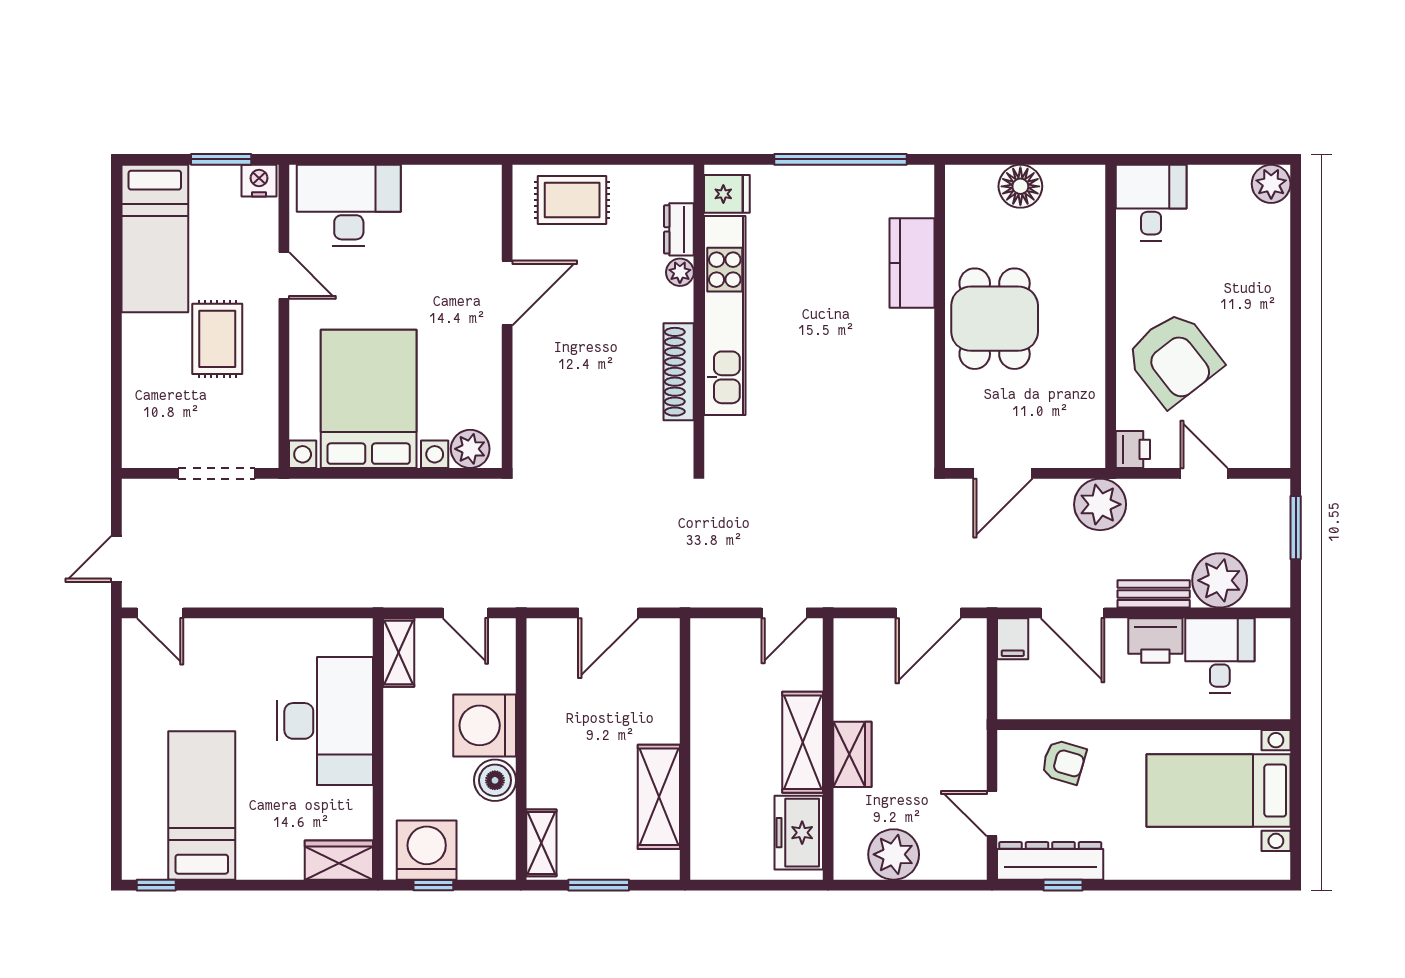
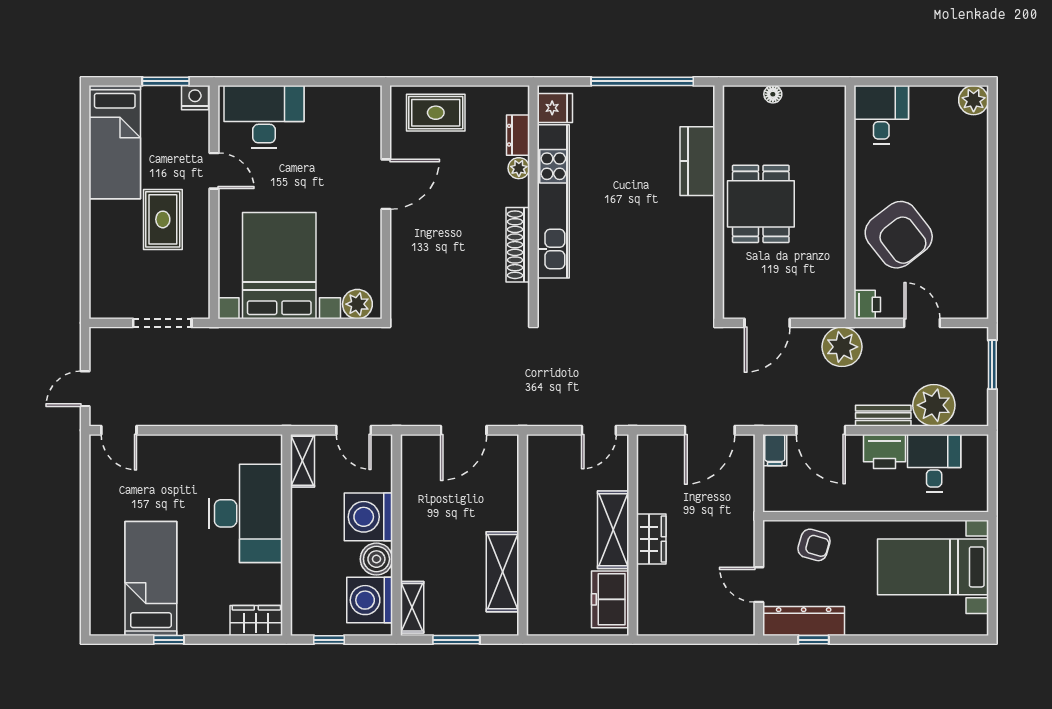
floor lamp: (1020, 186) -> (773, 94), width x0.53, depth x0.53
washing machine: (427, 850) -> (370, 600), moved, turned -90
plant: (894, 854) -> (683, 616), removed
window: (156, 885) -> (169, 640), moved

